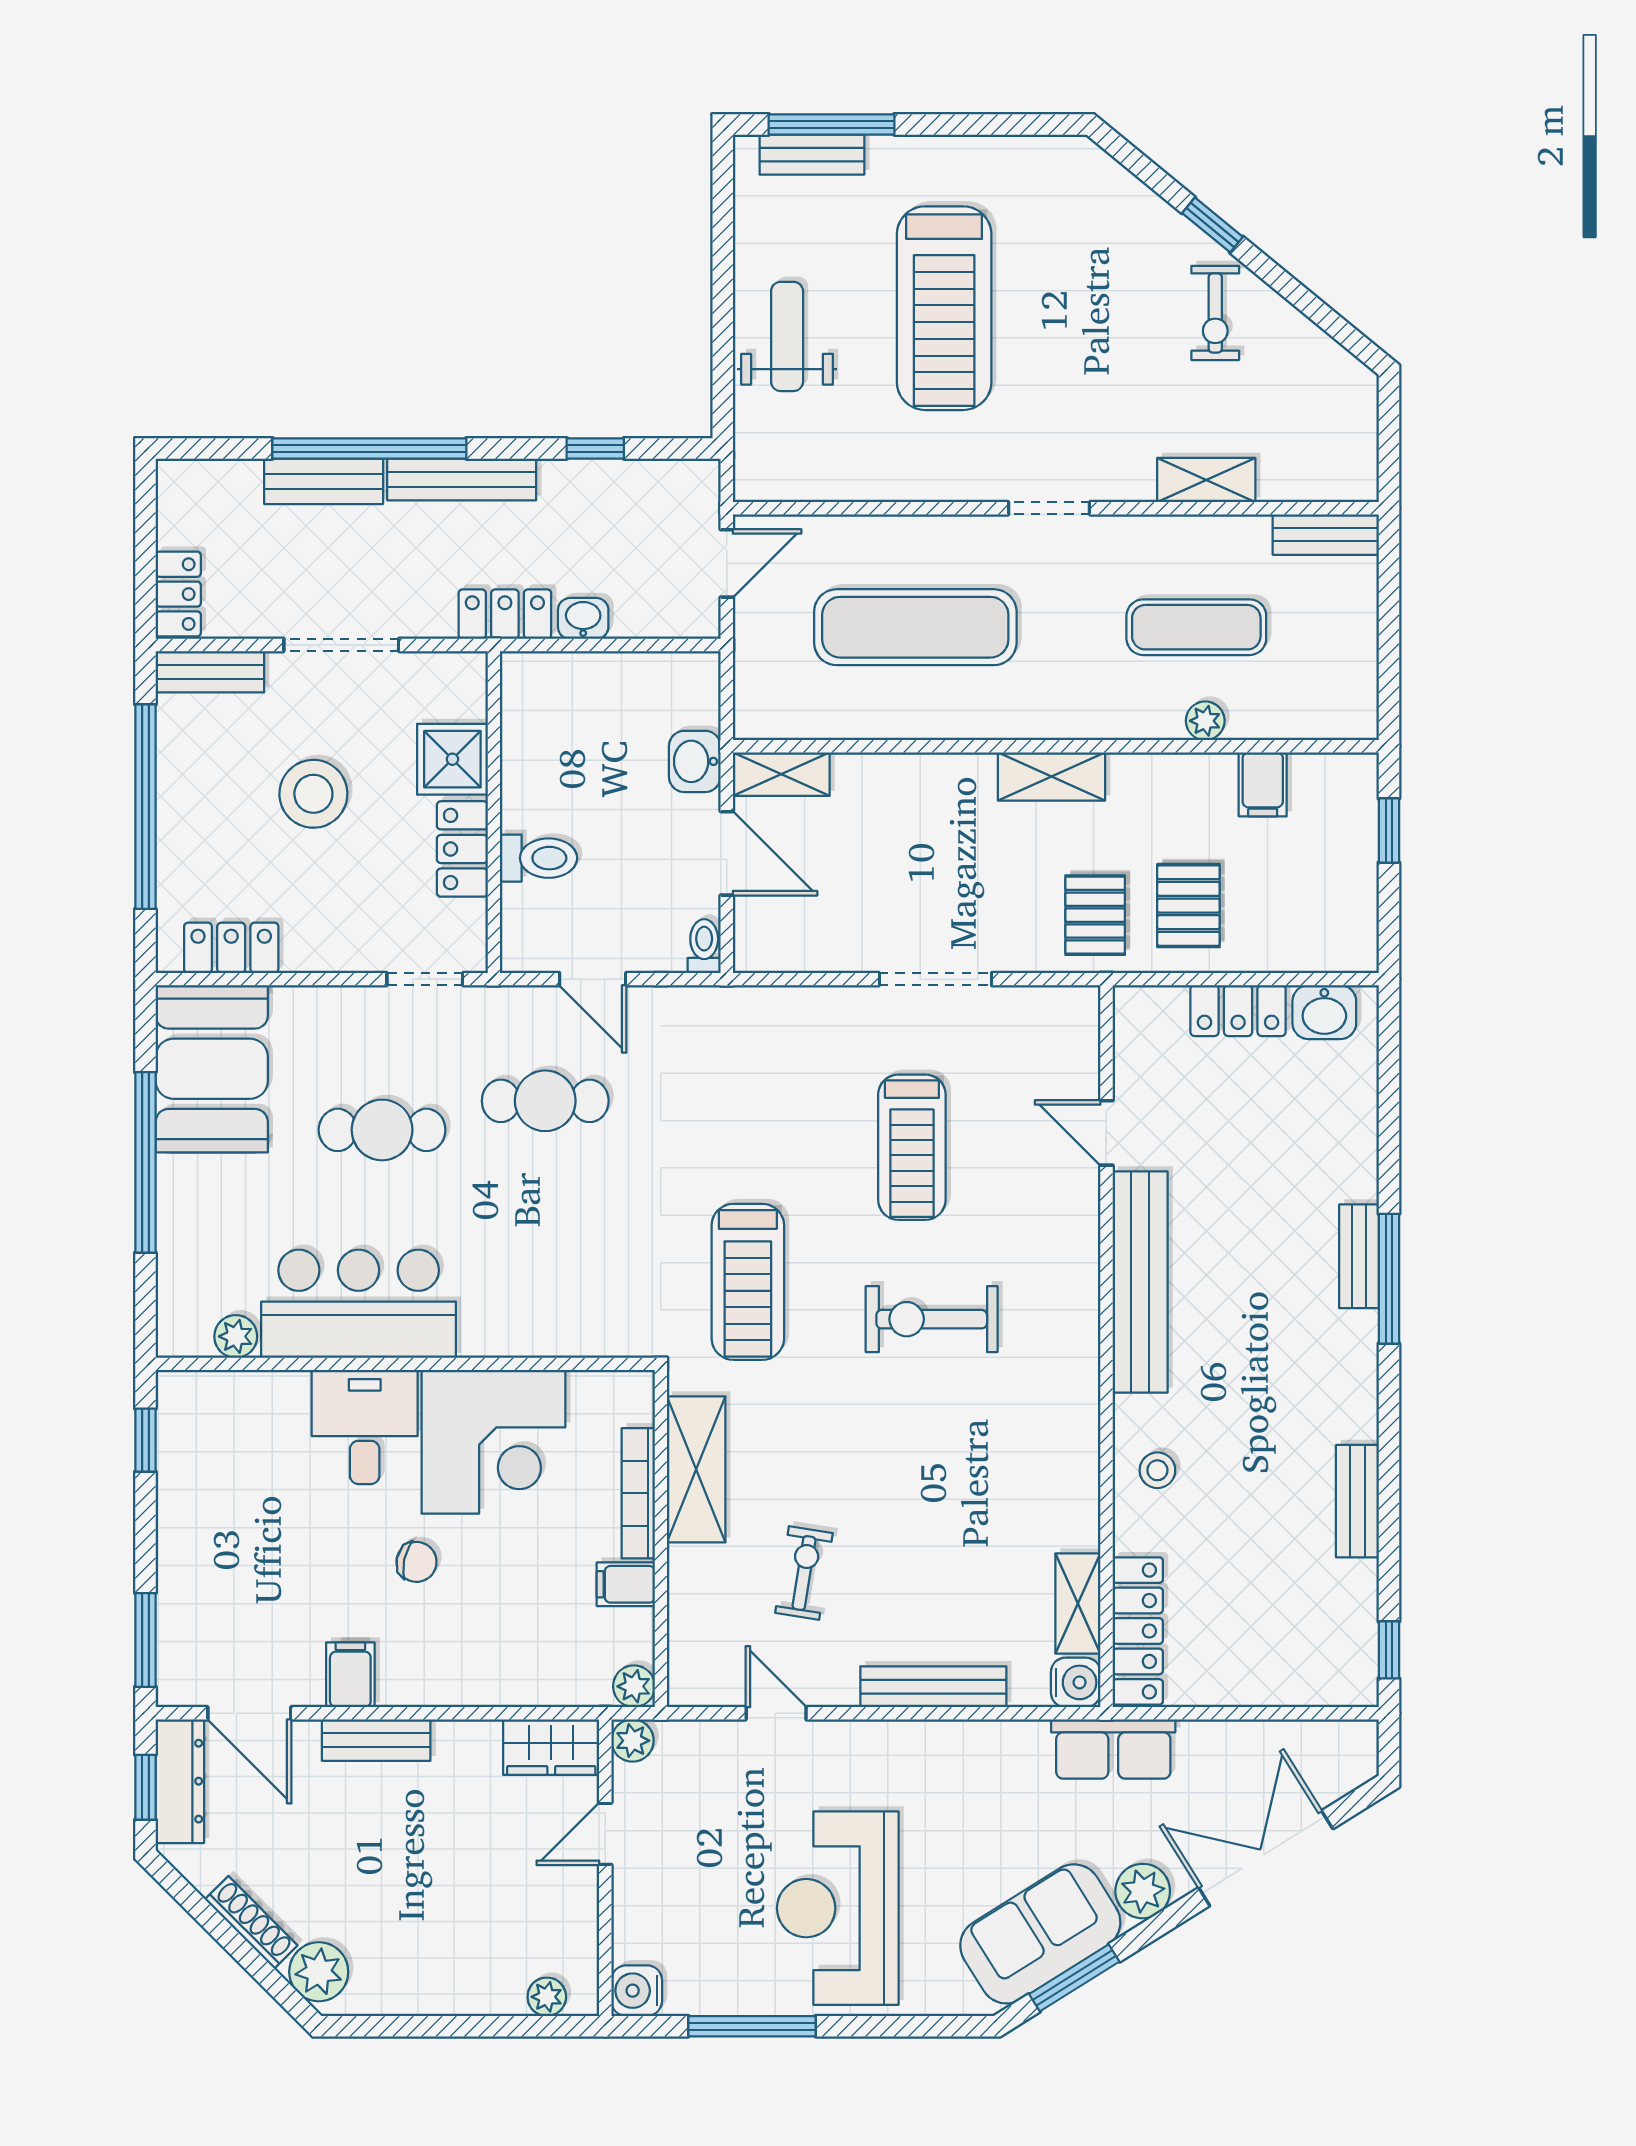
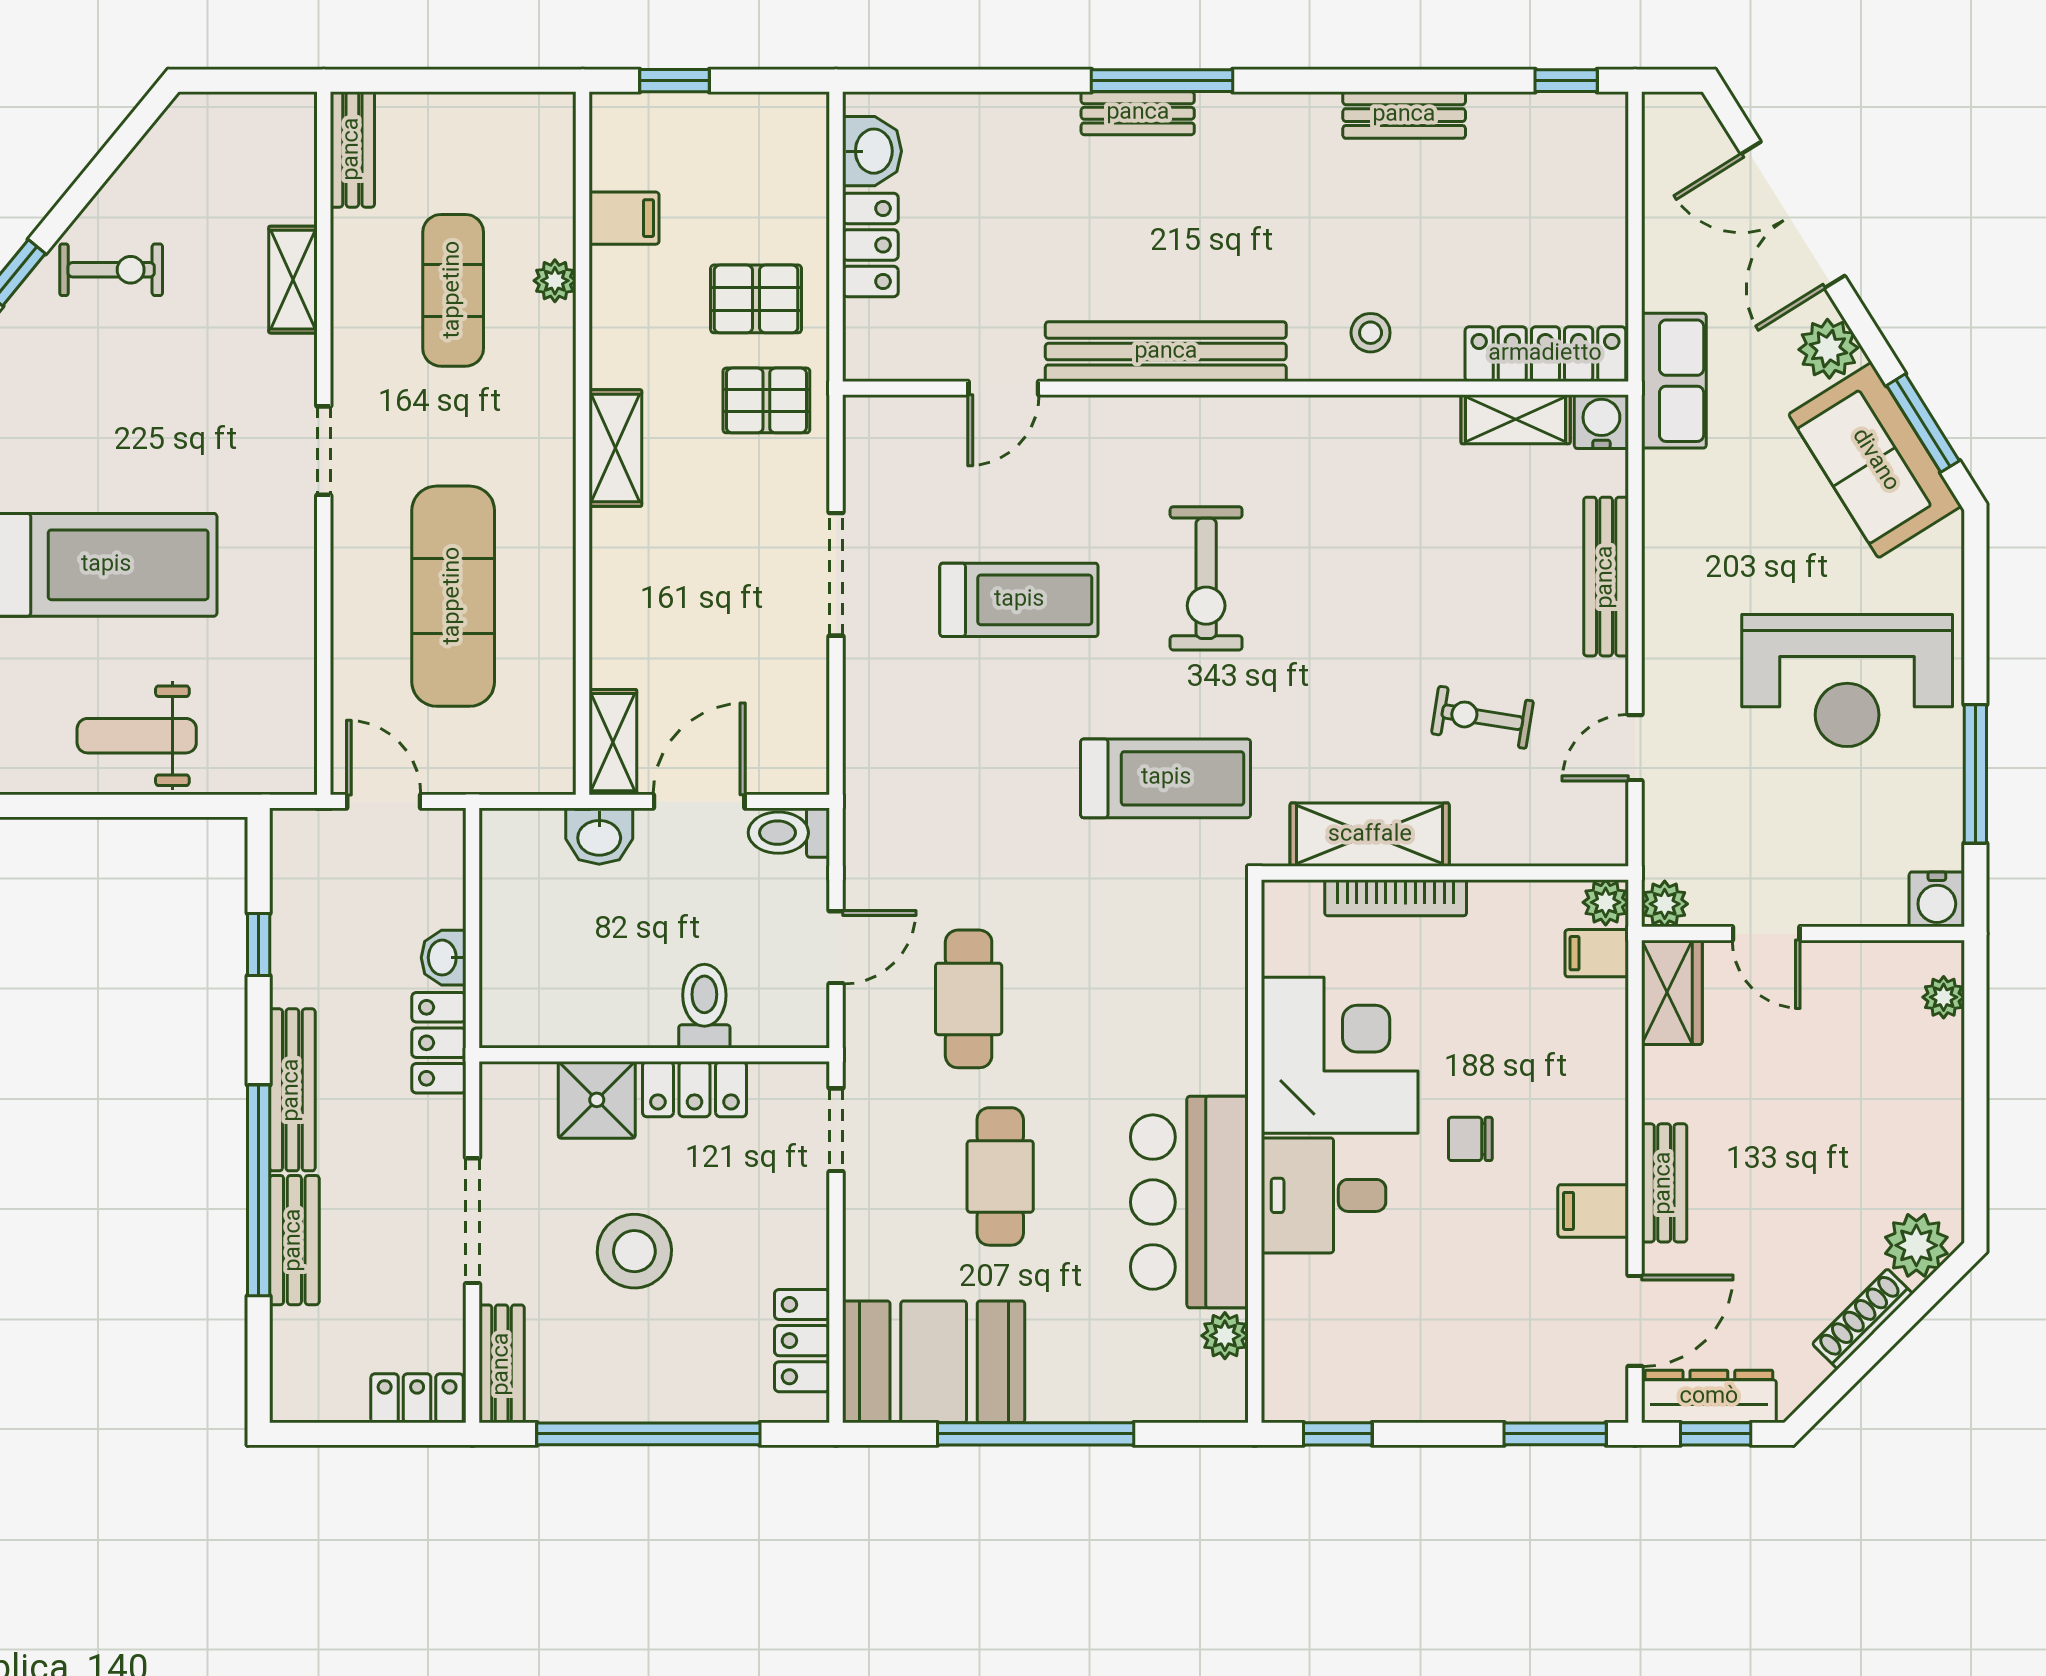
toilet: (704, 946) -> (789, 833), width x1.37, depth x1.39
chair: (417, 1562) -> (1470, 1139), turned -102
filing cabinet: (626, 1584) -> (1597, 953), moved, turned 90

